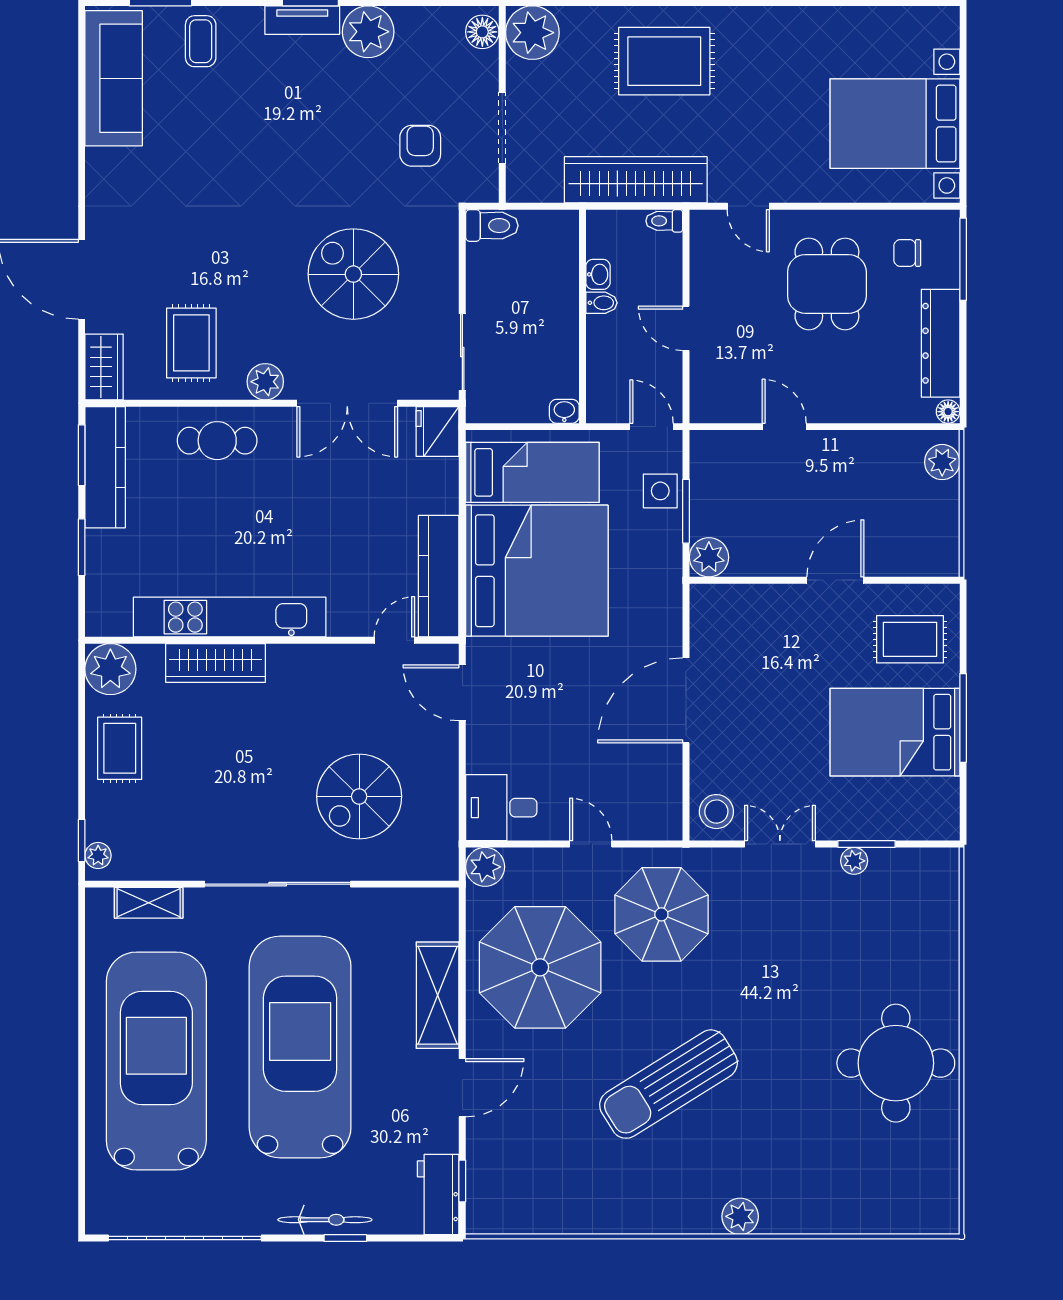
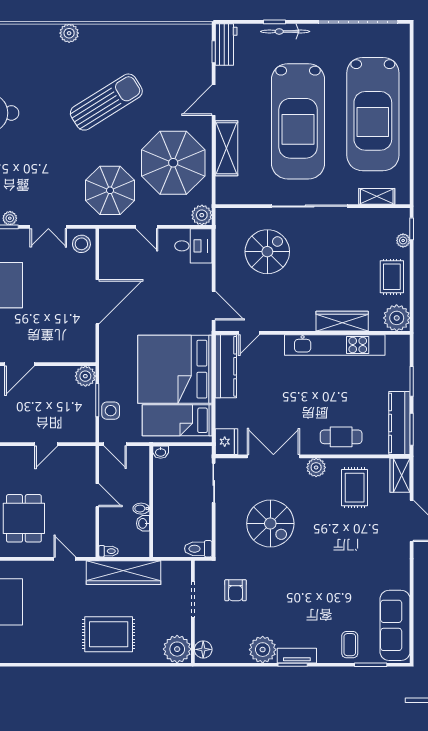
door: (784, 427) -> (46, 444), hinge flipped
plant: (98, 856) -> (403, 240), moved

